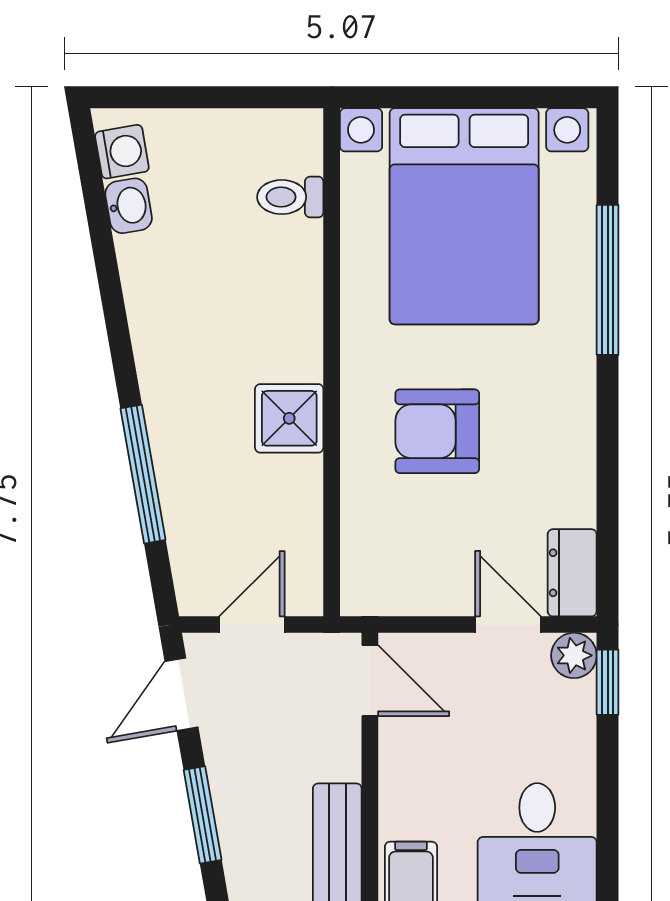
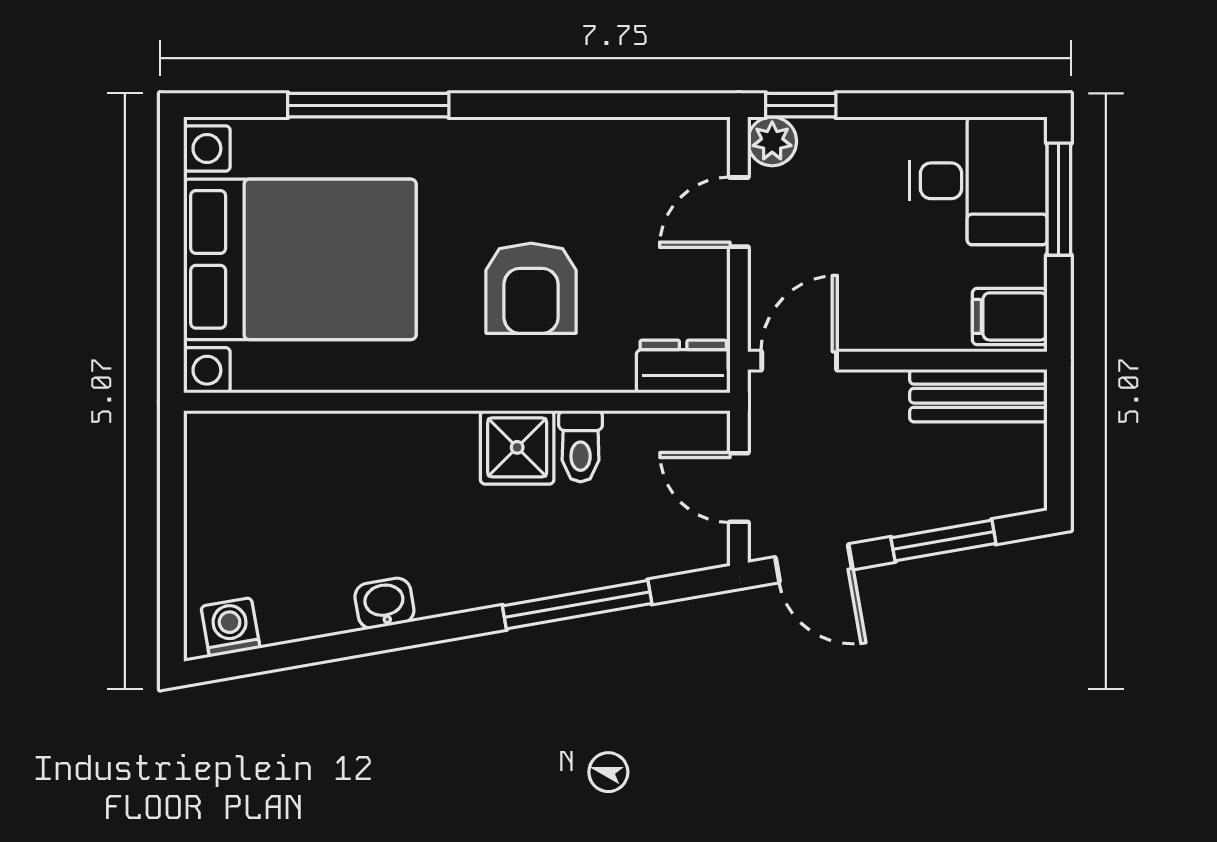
toilet: (290, 197) -> (581, 446), moved
washbasin: (129, 206) -> (384, 603), moved
dresser: (572, 573) -> (683, 367), moved, turned 180

